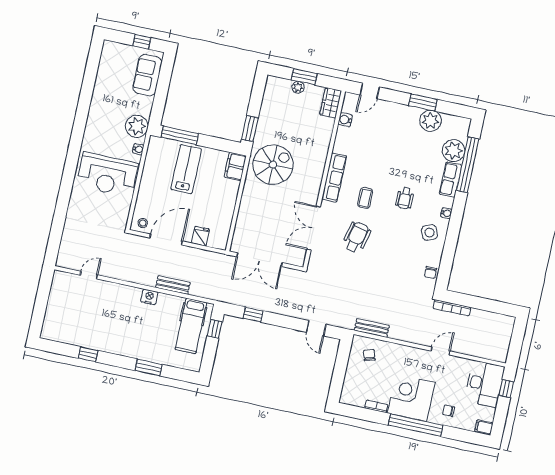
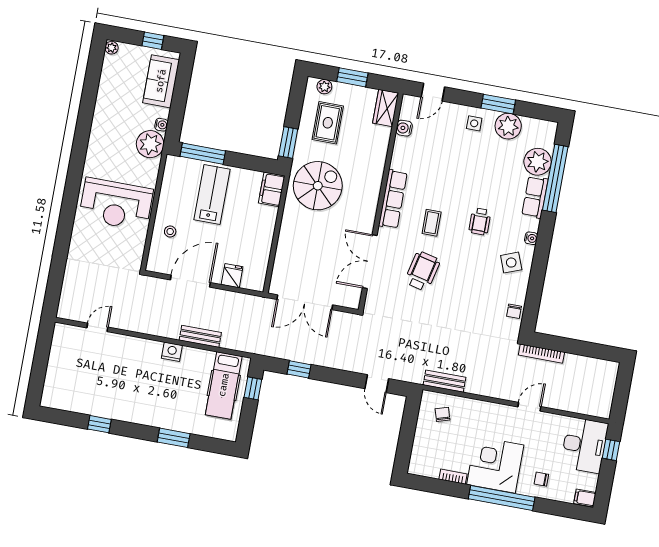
plant: (108, 46) -> (112, 48), added
plant: (298, 87) -> (324, 87), moved
rug: (283, 113) -> (328, 123), added
side table: (403, 118) -> (474, 123), added
water cooler: (138, 149) -> (161, 125), moved
stool: (143, 223) -> (170, 232), moved

